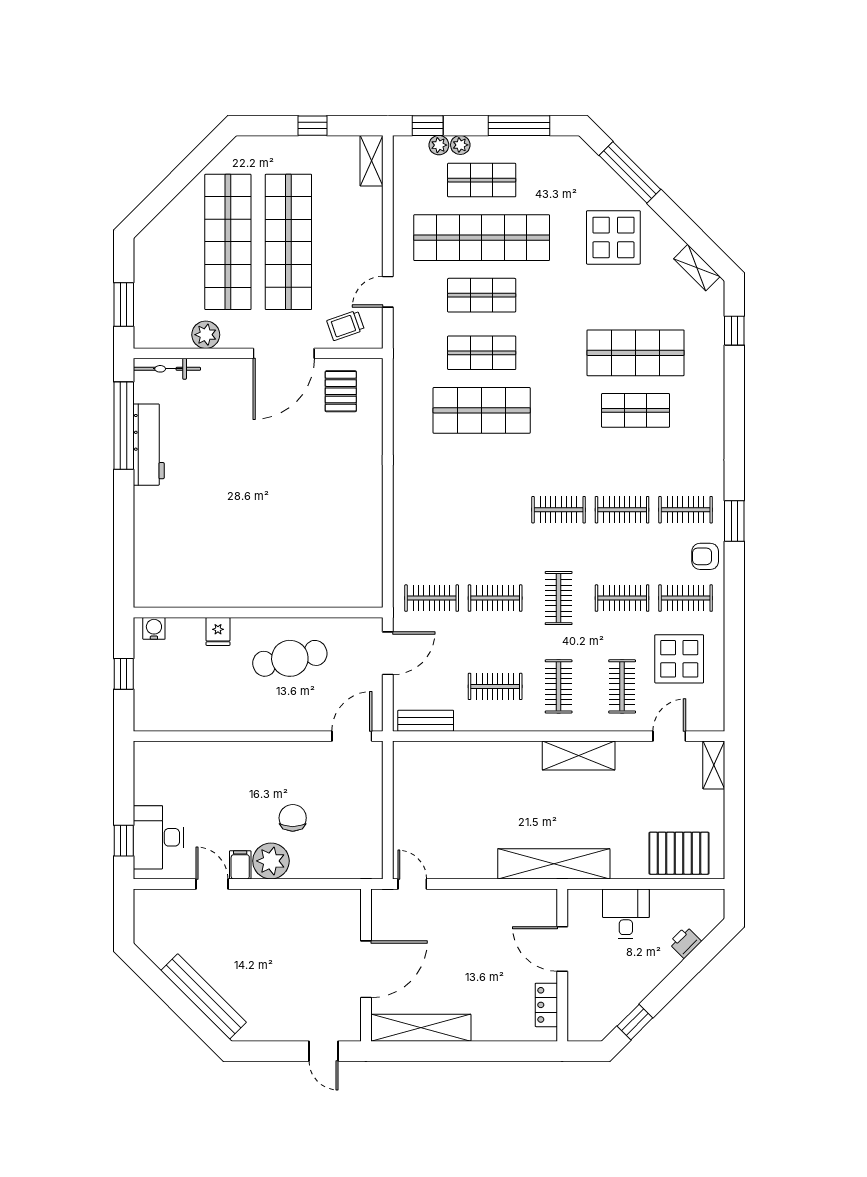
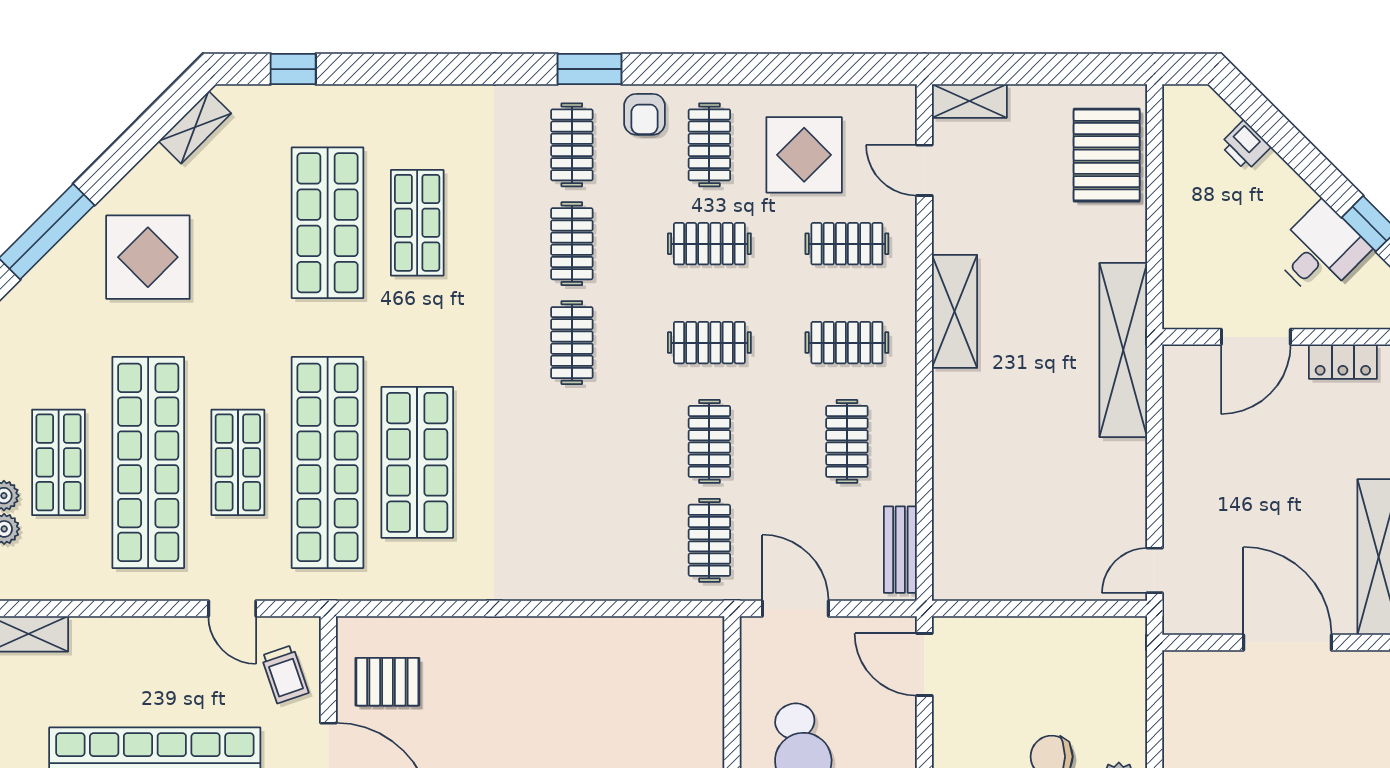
shop shelf: (482, 353) -> (328, 462), width x2.00, depth x1.36
clothes rail: (622, 598) -> (709, 244), turned 90
desk: (626, 914) -> (1320, 251), moved, turned 135

